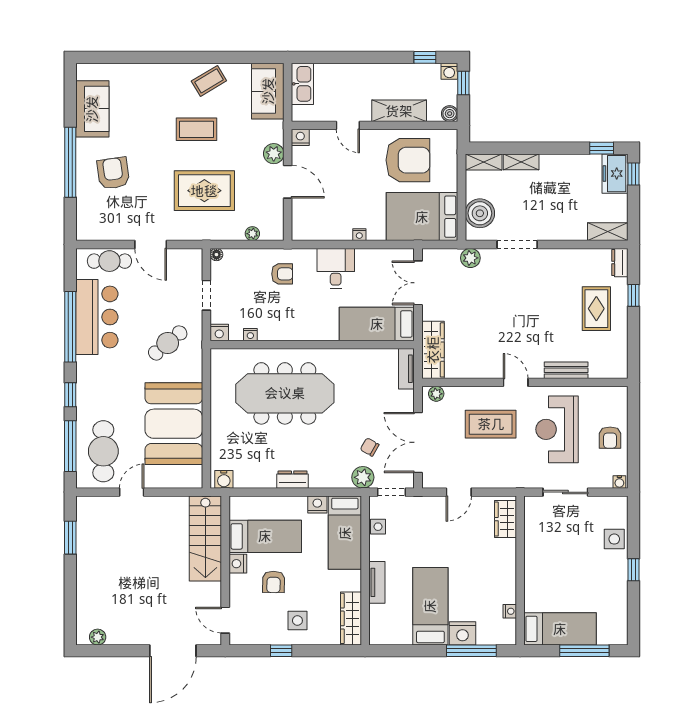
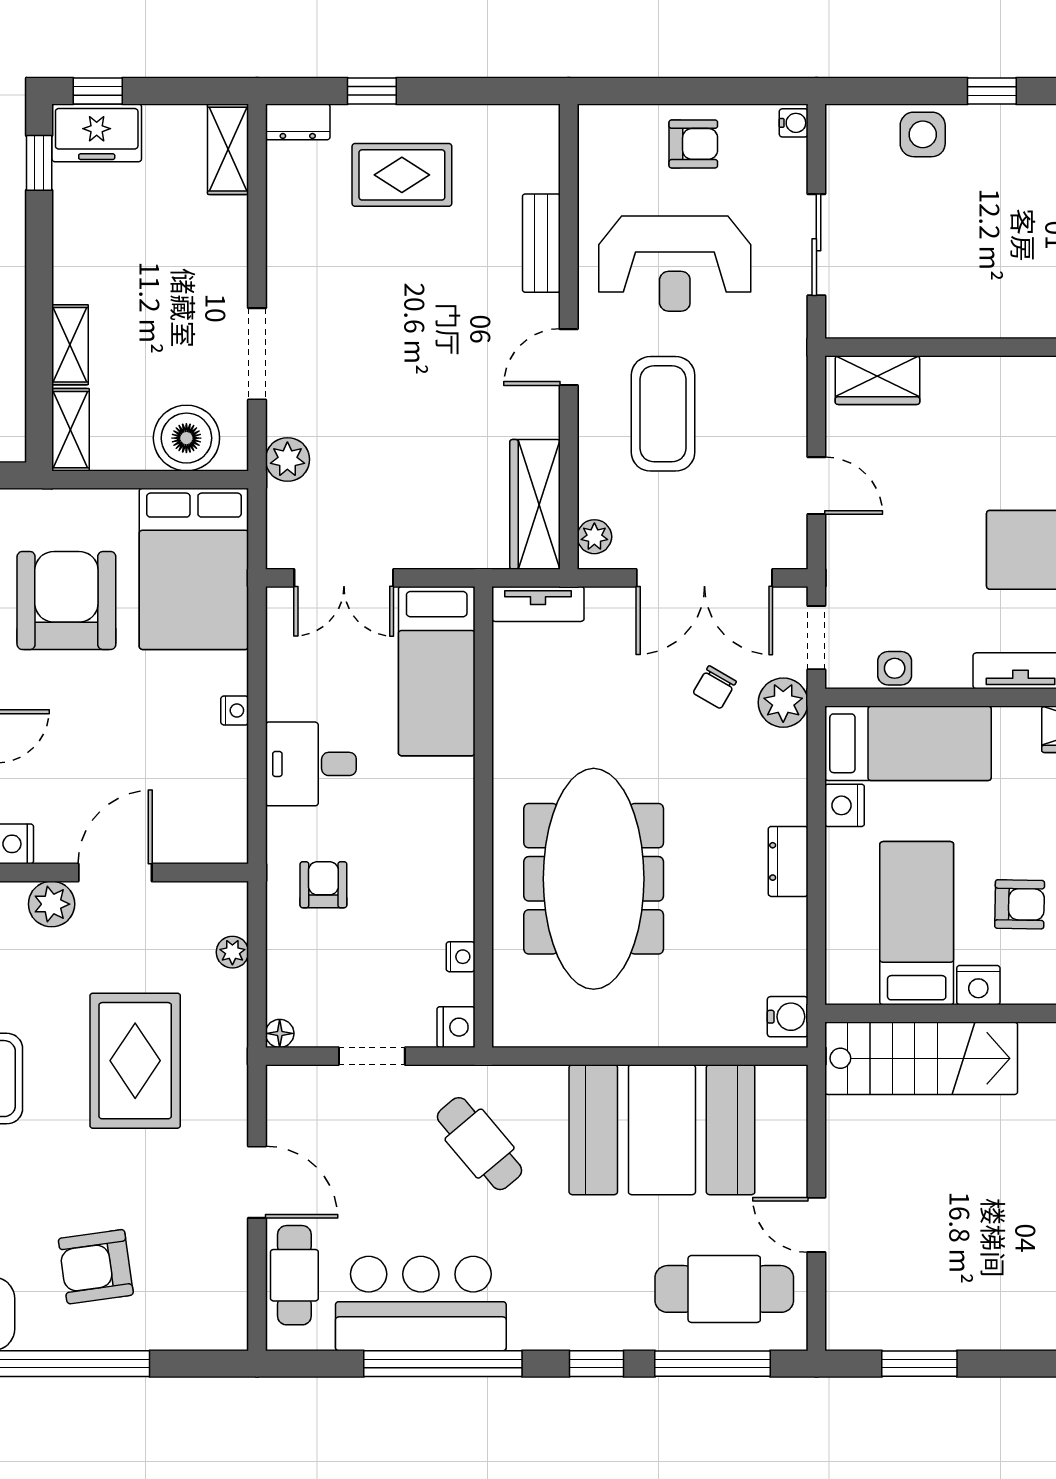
door: (151, 244) -> (257, 1182), hinge flipped
wardrobe: (433, 350) -> (535, 504), moved, turned -90

